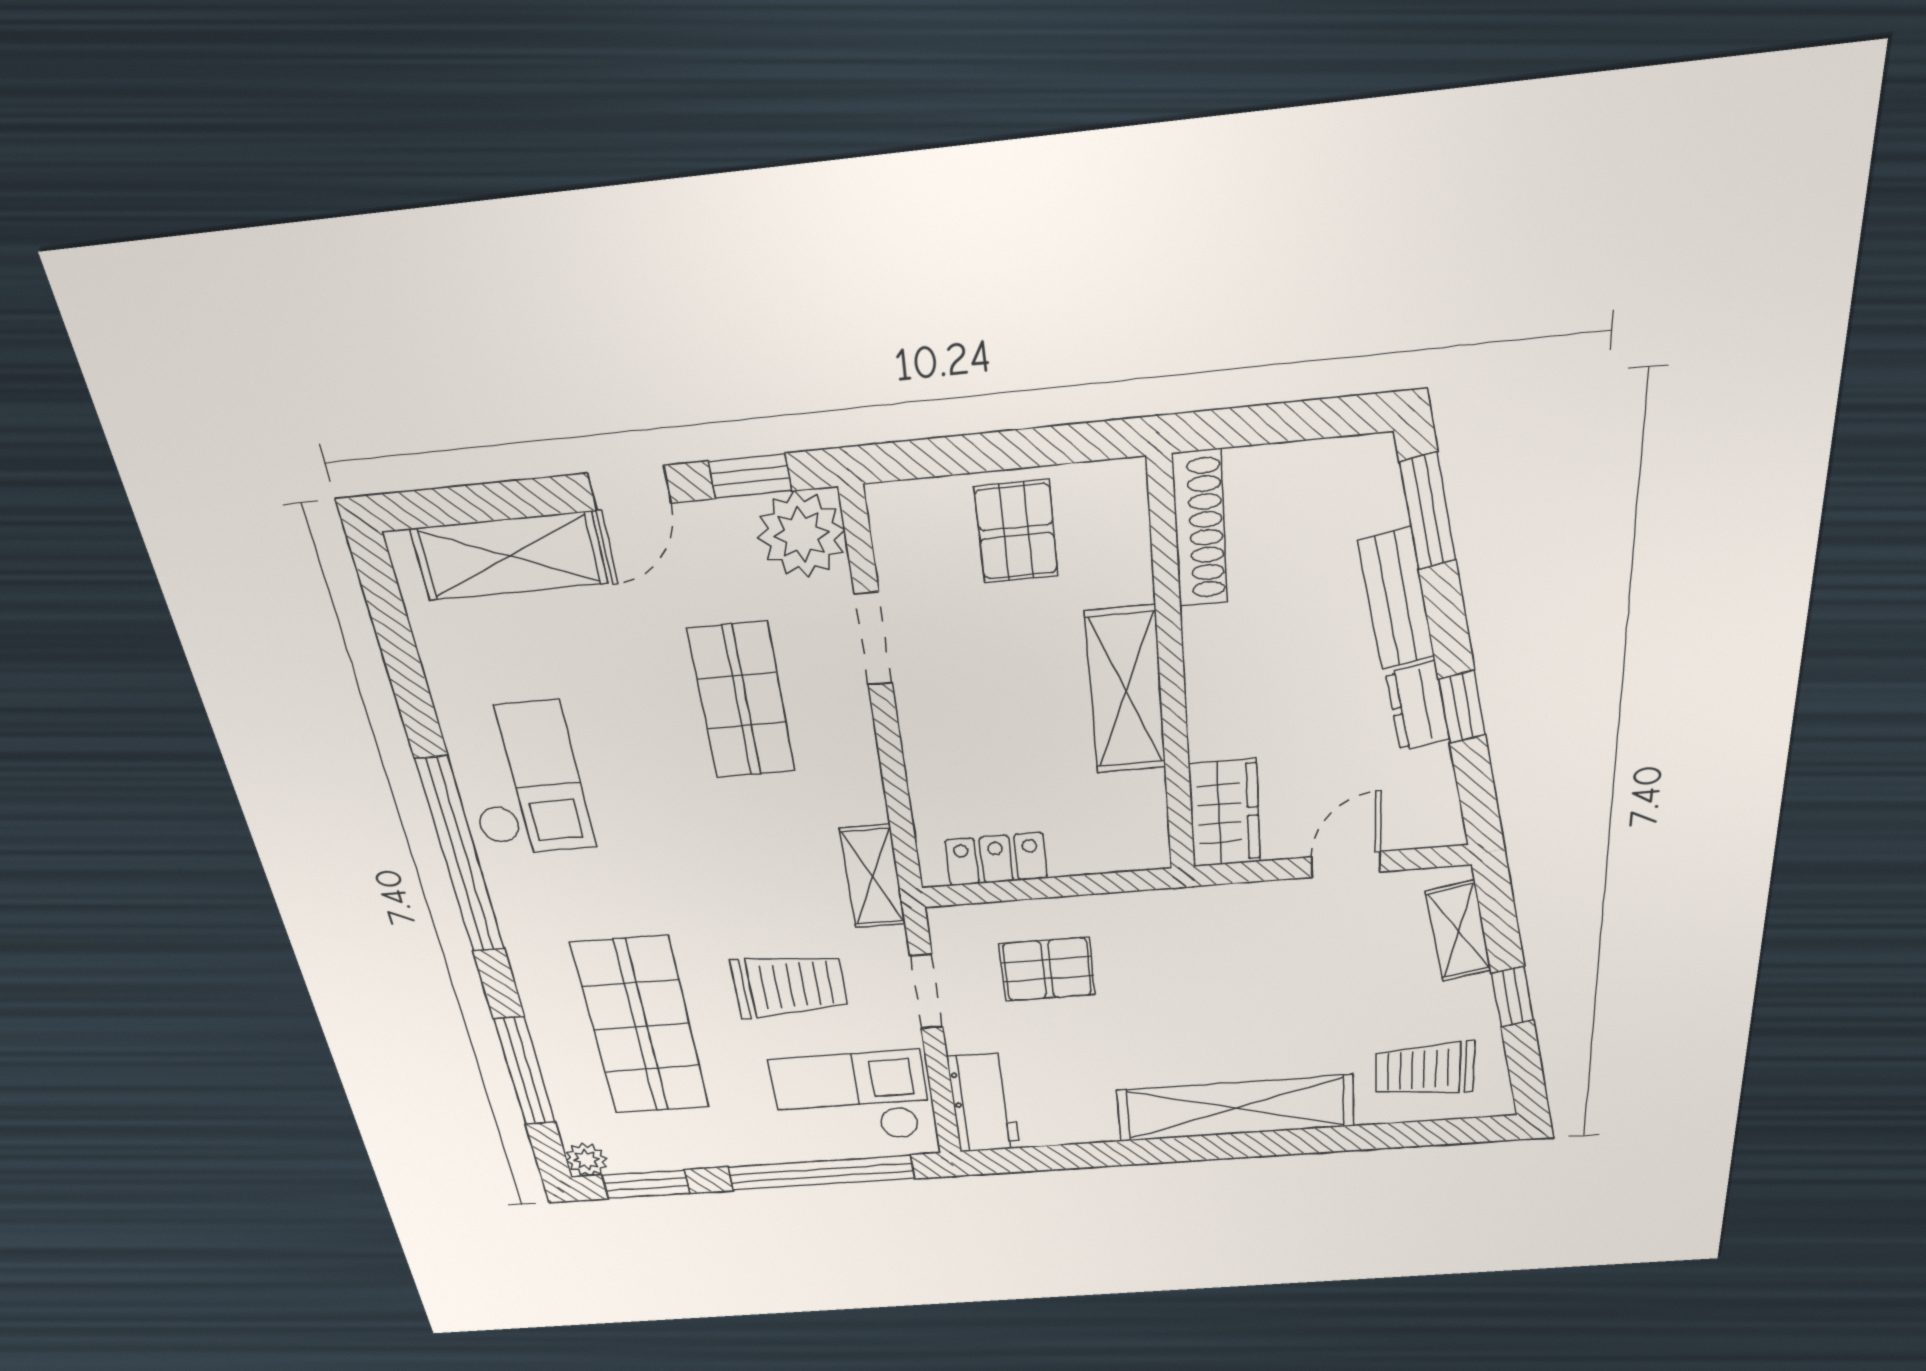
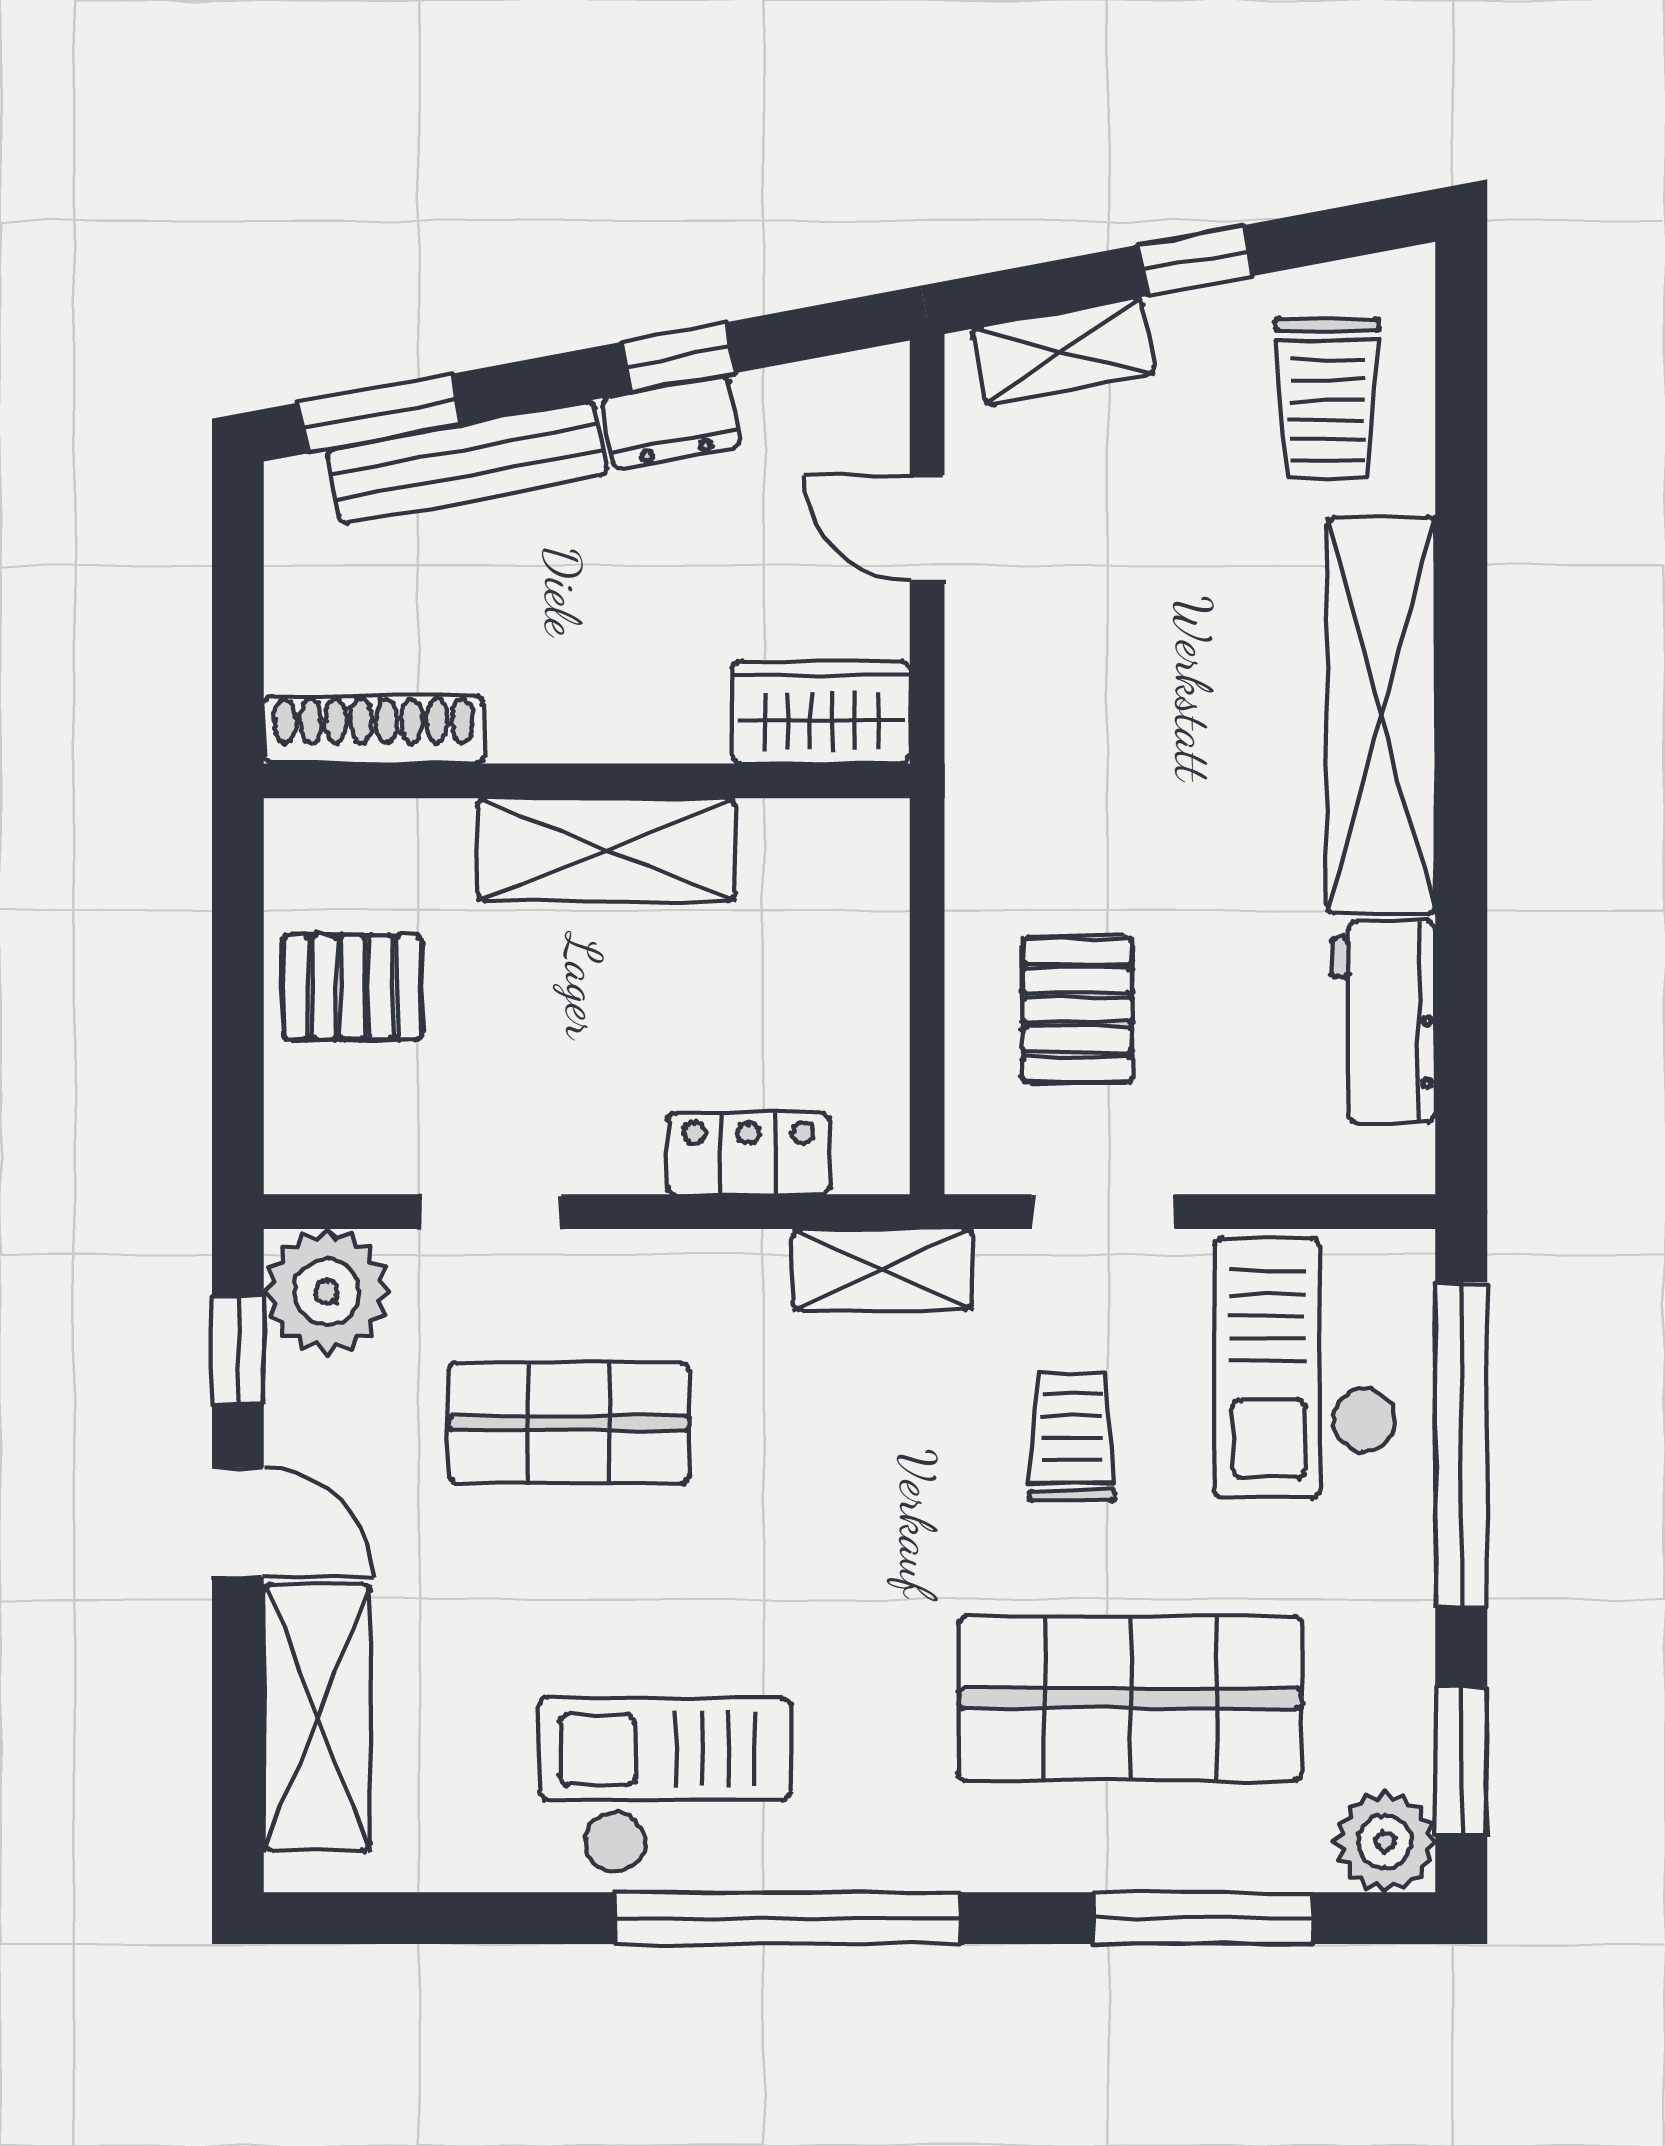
bench: (1396, 599) -> (467, 462), width x1.36
locker: (996, 859) -> (748, 1153), moved, turned 90
trolley: (789, 986) -> (1072, 1436), width x0.73, depth x0.72
workbench: (984, 1103) -> (1383, 1022), moved, turned -90
plant: (586, 1160) -> (1385, 1842), width x1.38, depth x1.38

